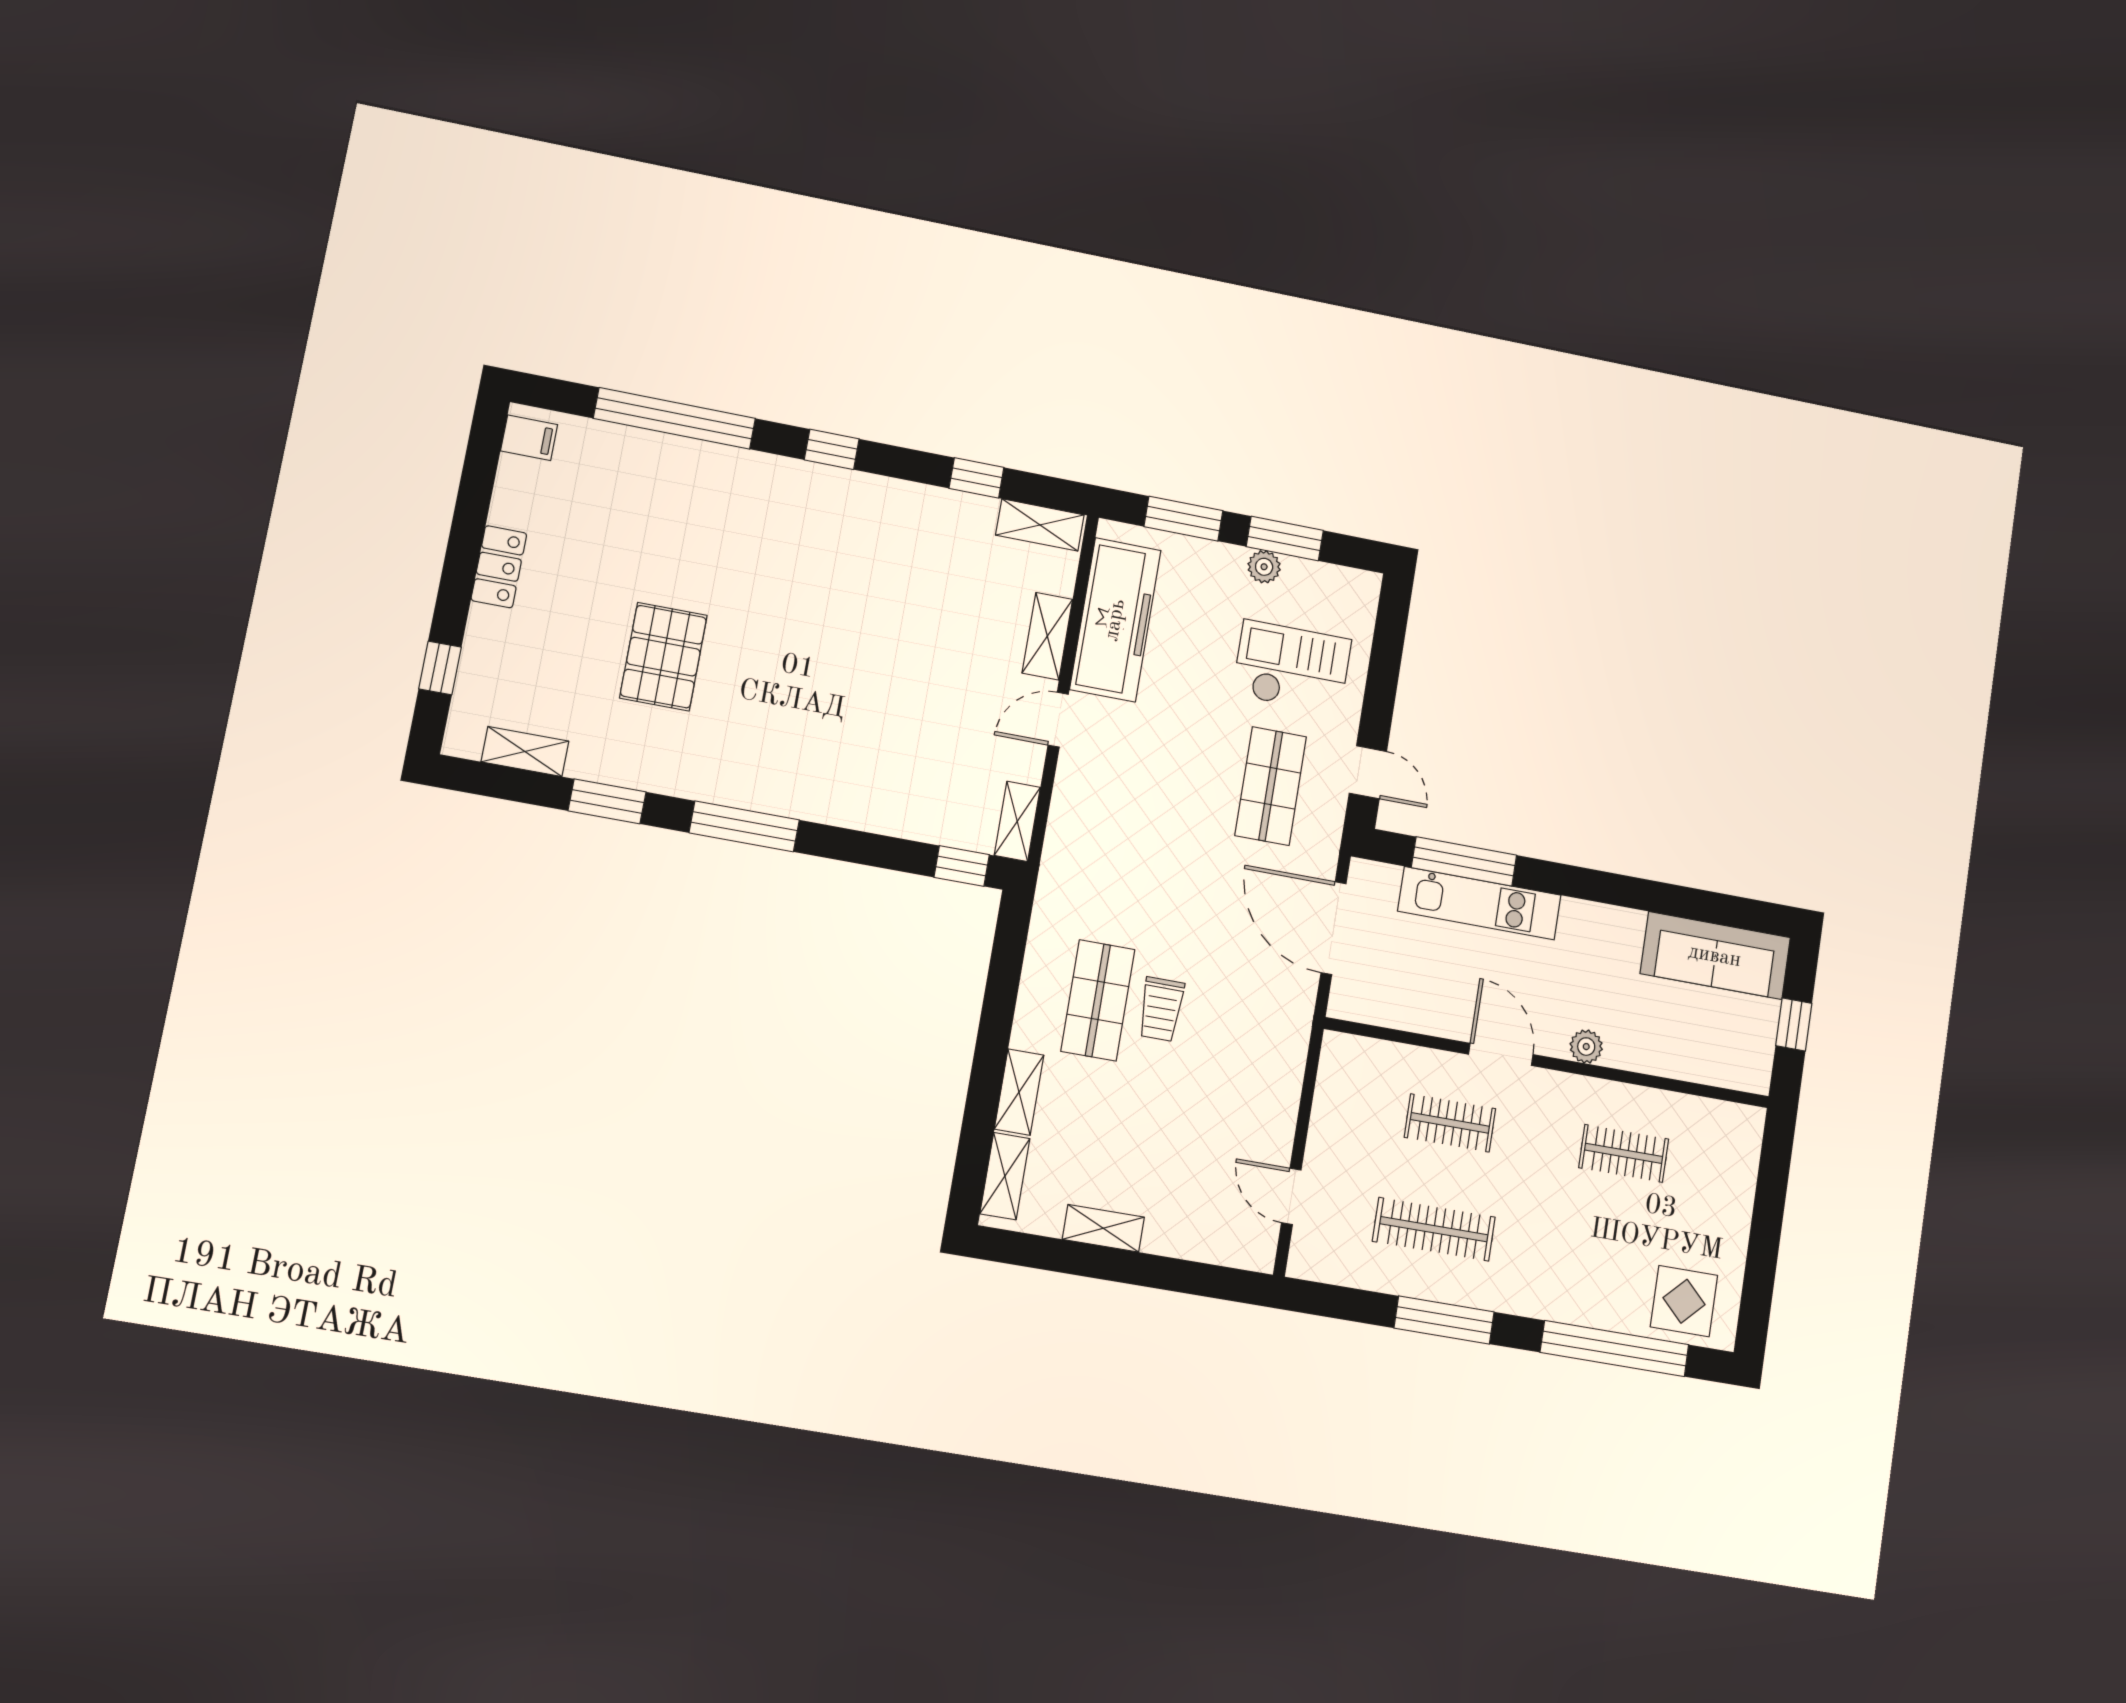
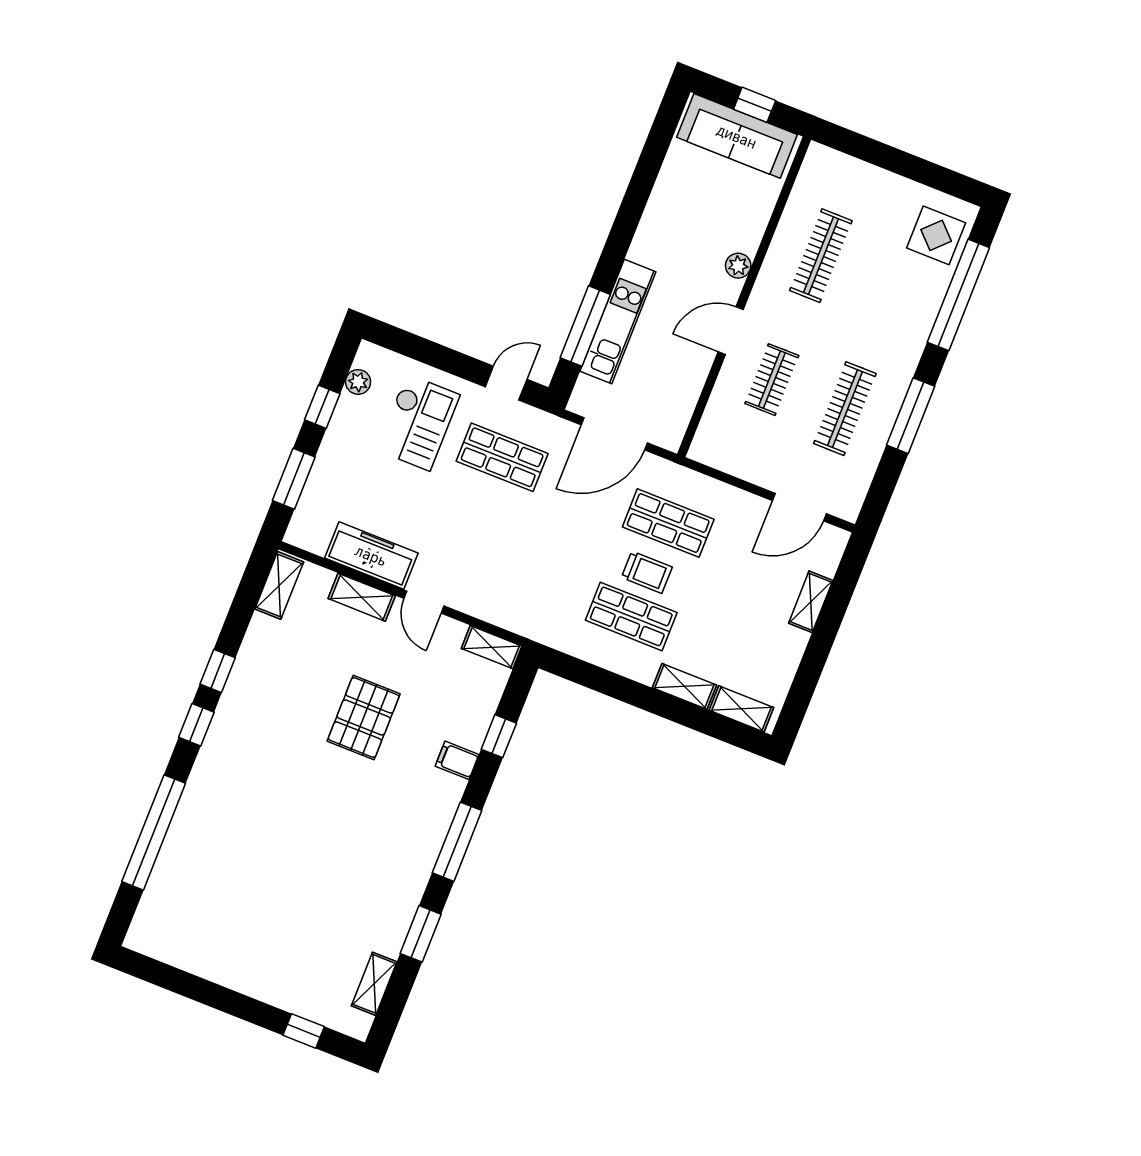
filing cabinet: (529, 438) -> (457, 760), moved, turned -90
window: (976, 478) -> (218, 671), moved
window: (1285, 539) -> (322, 407), width x0.67
locker: (499, 567) -> (239, 977), removed
plant: (1264, 567) -> (358, 382), moved
freezer: (1115, 620) -> (371, 555), width x0.73, depth x0.79
pallet: (663, 657) -> (364, 717), moved, turned 90
checkout: (1292, 667) -> (418, 422), turned 180
window: (962, 866) -> (499, 736), moved
sofa: (1715, 956) -> (737, 136), moved, turned 90
shop shelf: (1232, 1024) -> (668, 523), added
clothes rail: (1624, 1153) -> (821, 256), width x1.36
door: (1291, 1196) -> (799, 507), width x1.38
shelving: (1103, 1228) -> (811, 602), moved

